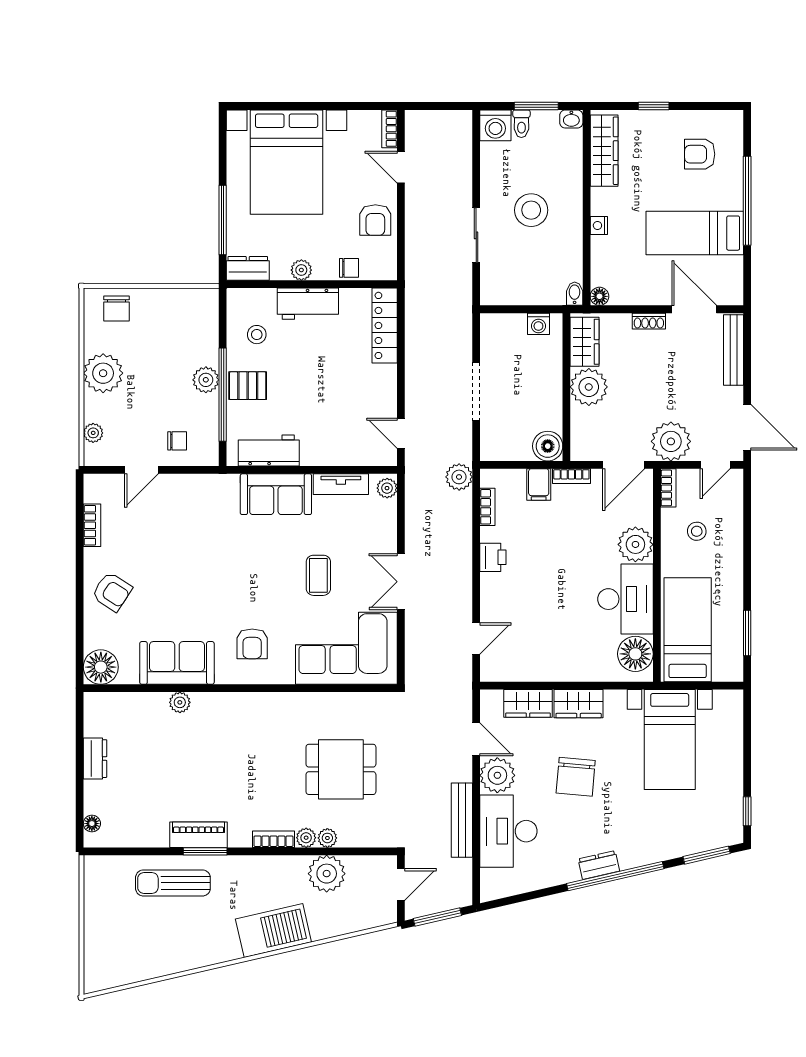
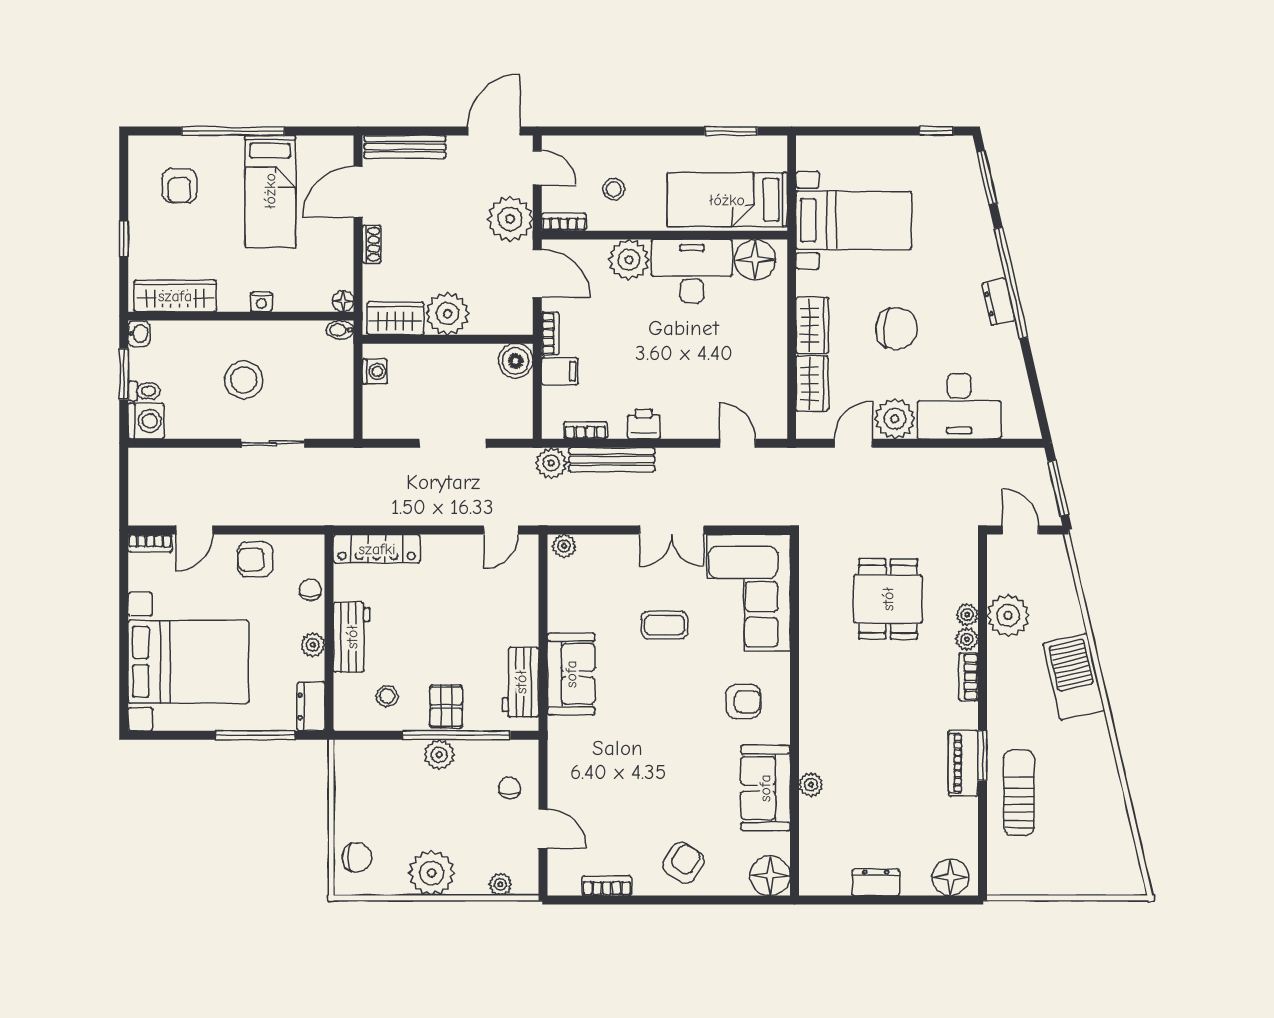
armchair: (375, 220) -> (255, 559), turned 180
tv unit: (341, 484) -> (559, 599), removed
bench: (462, 820) -> (612, 460), moved
floor lamp: (92, 824) -> (950, 877), width x1.89, depth x1.89
sun lounger: (173, 883) -> (1019, 793), turned 180

